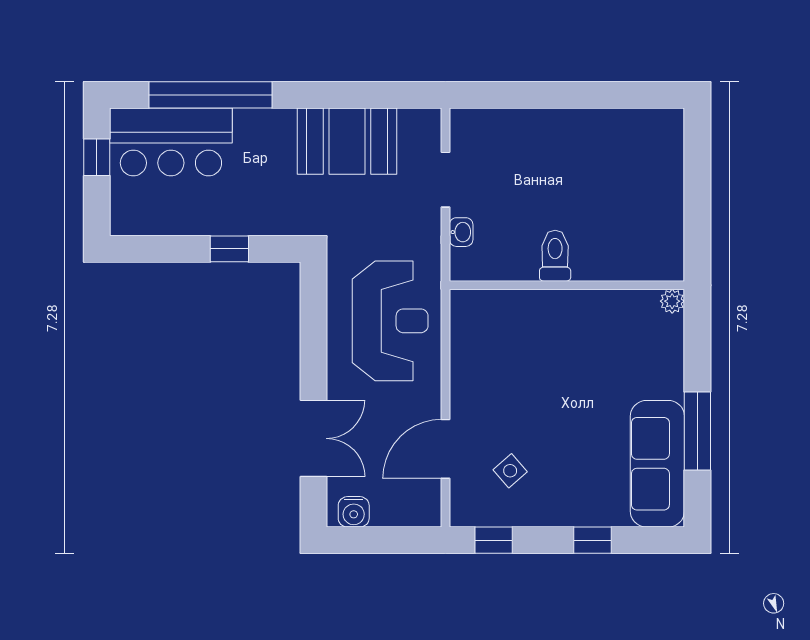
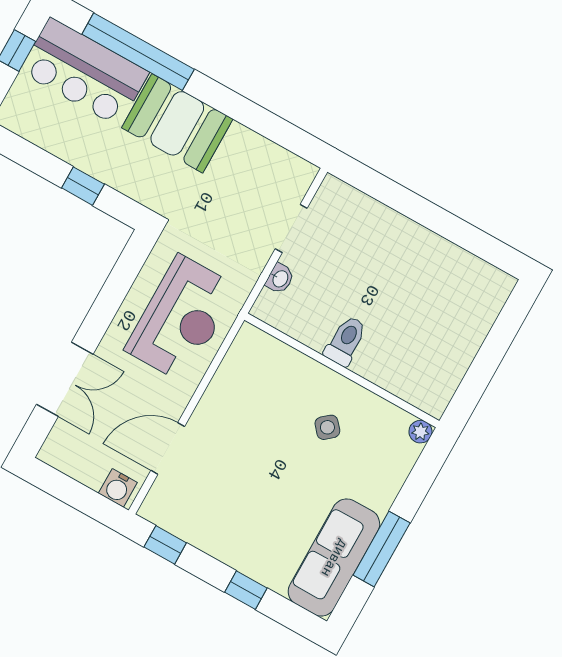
booth: (347, 141) -> (177, 123), moved
side table: (510, 471) -> (327, 427), moved
water cooler: (354, 512) -> (118, 488), moved

